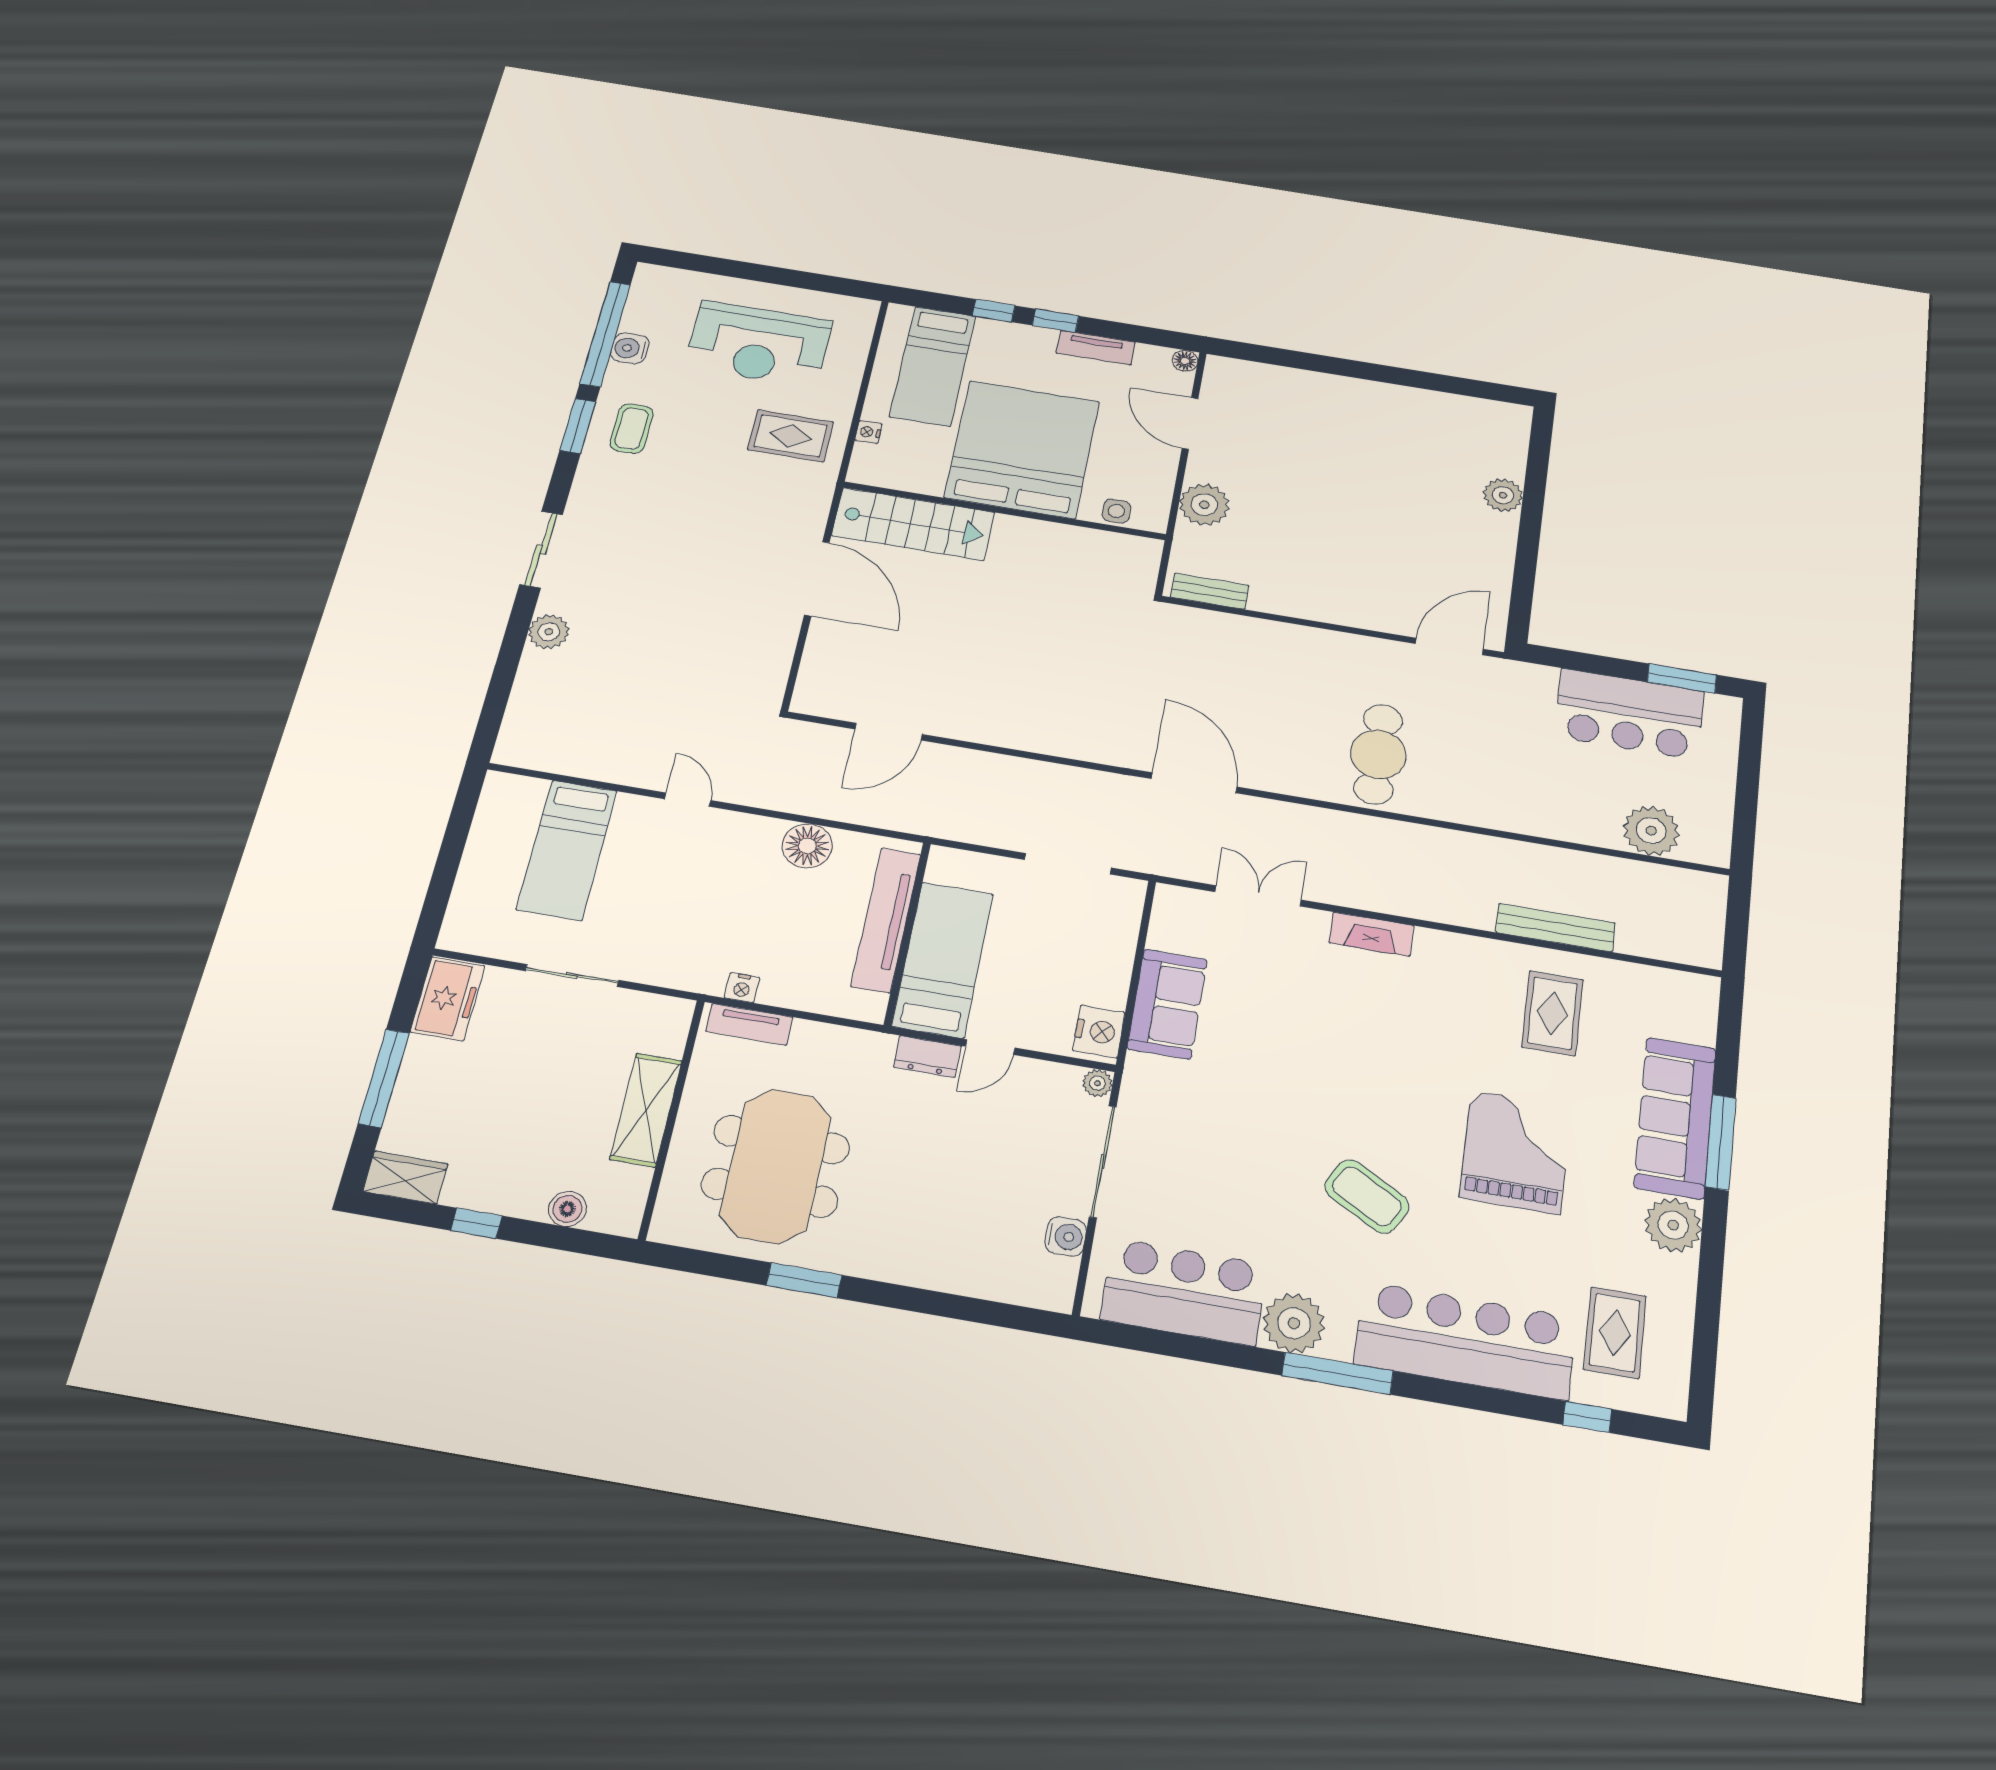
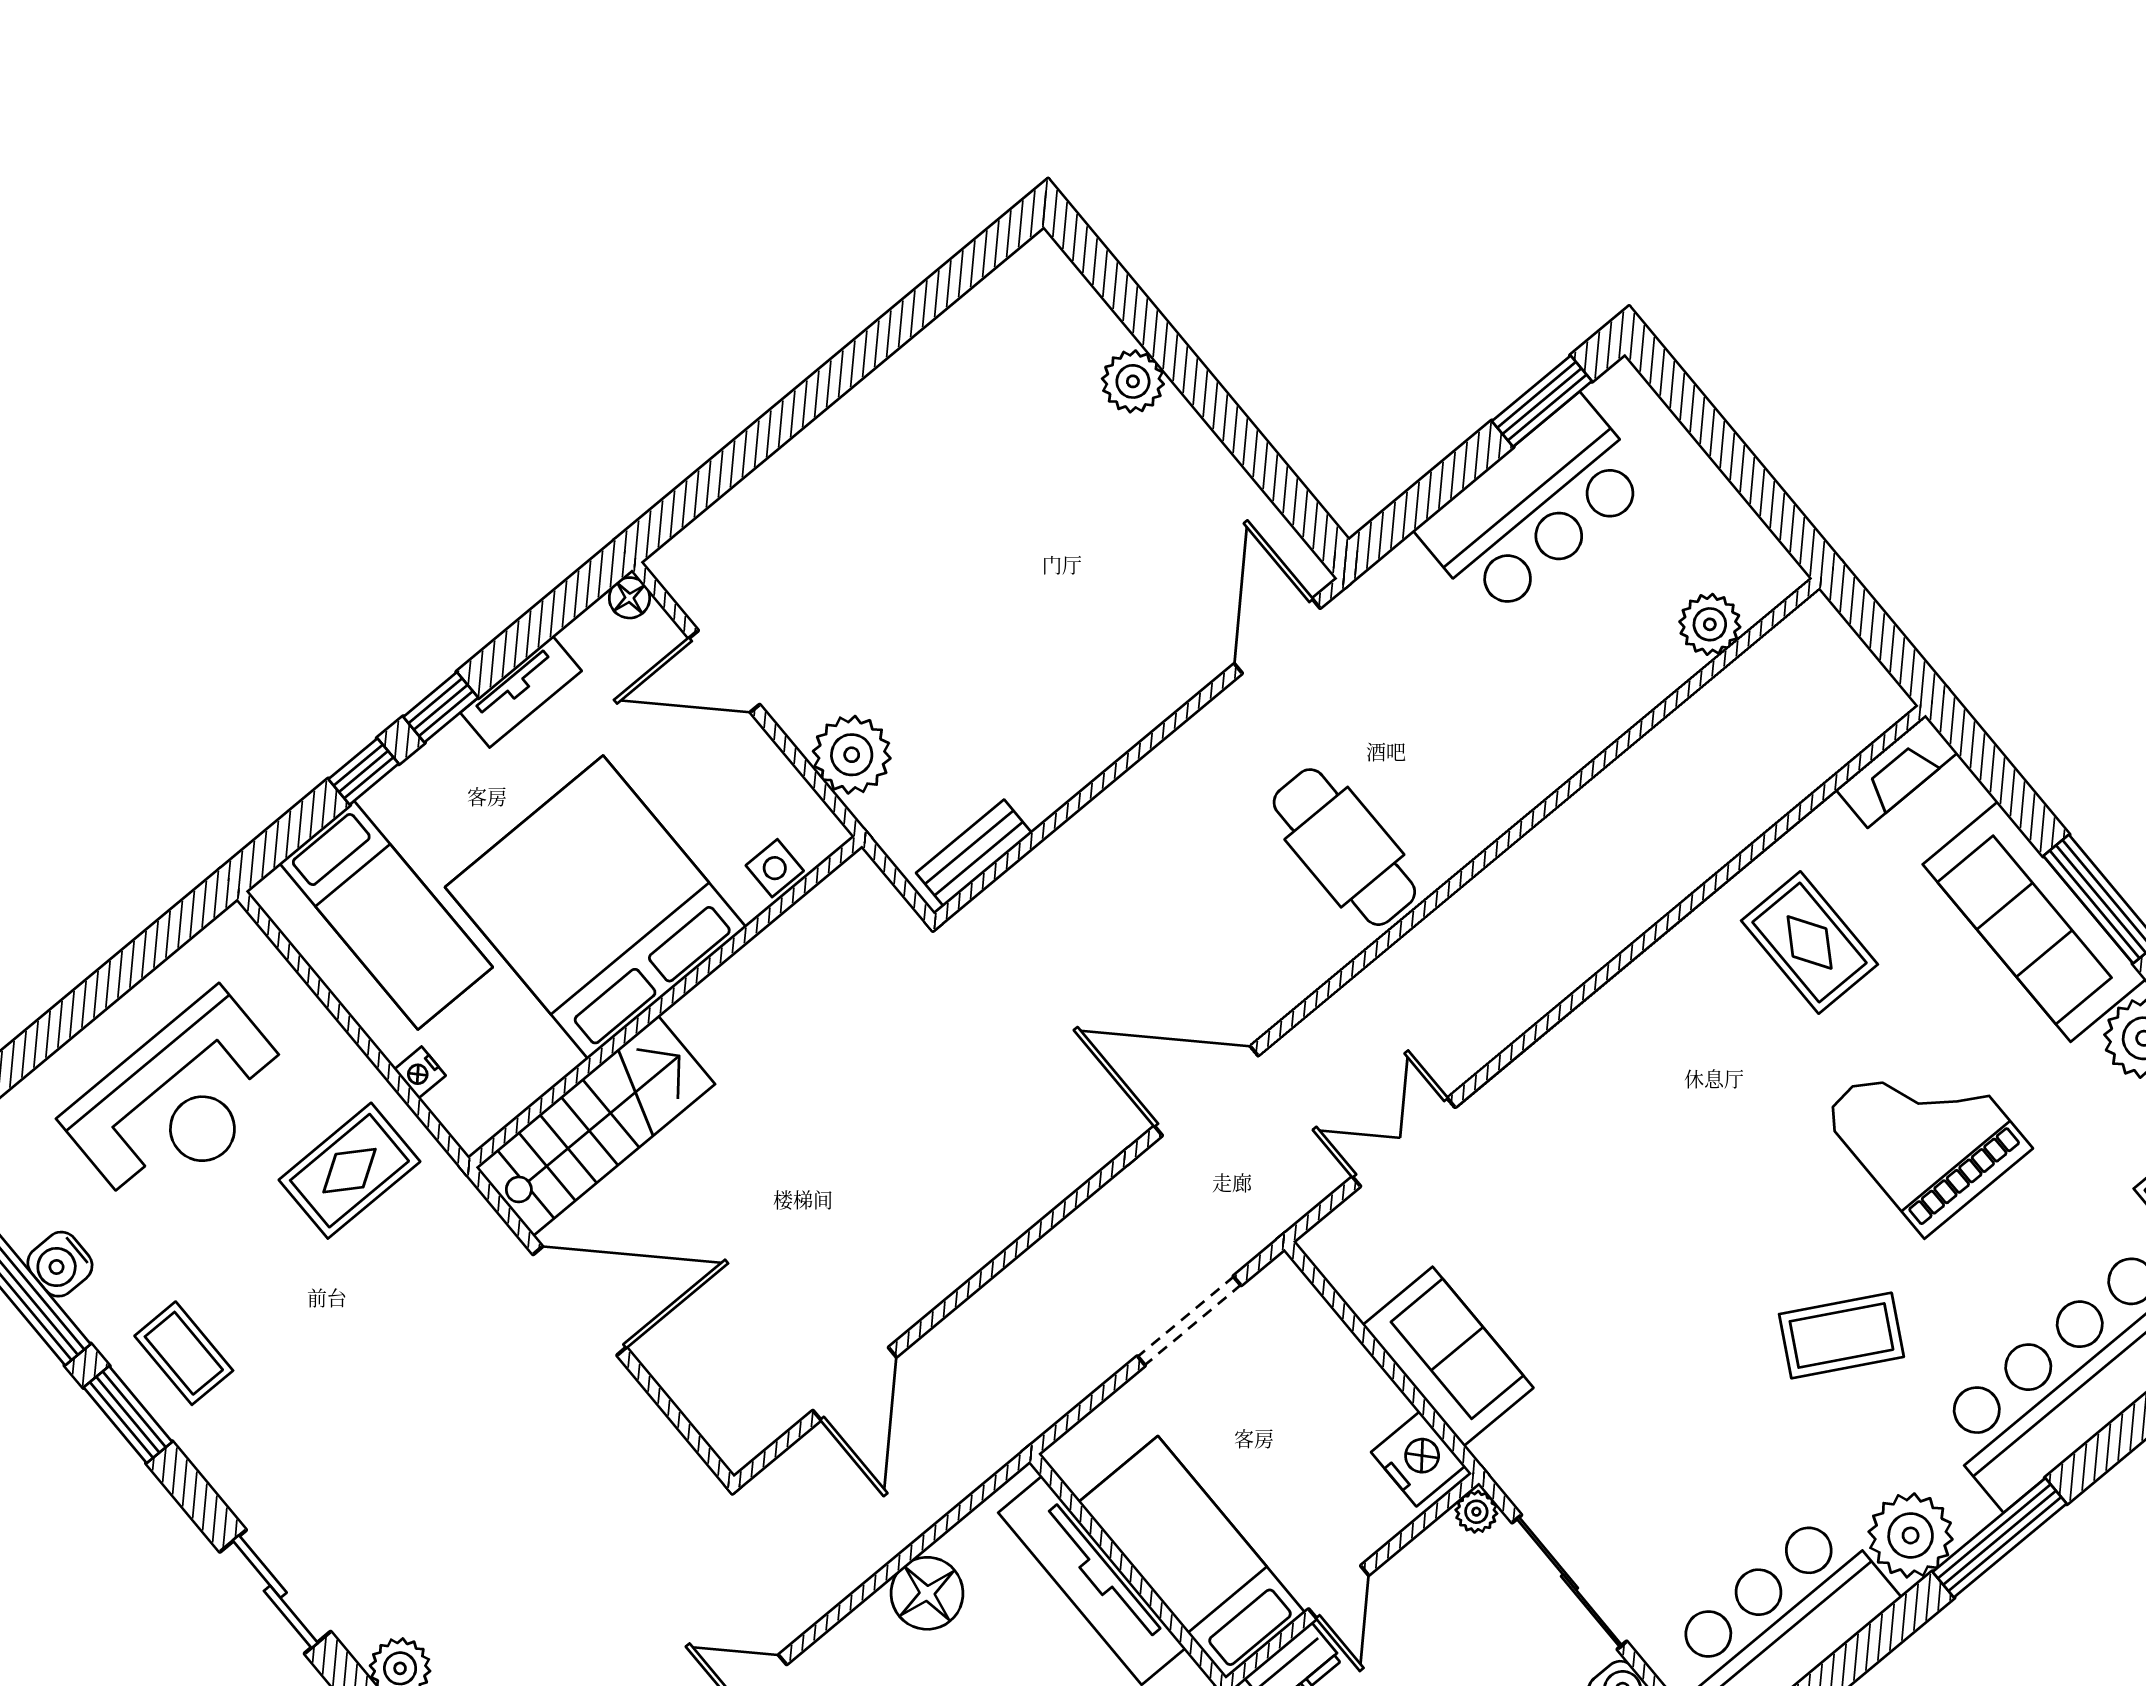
plant: (1651, 831) -> (1710, 624), width x0.73, depth x0.73
bench: (1555, 928) -> (1716, 844), removed
fireplace: (1372, 934) -> (1897, 771), moved

